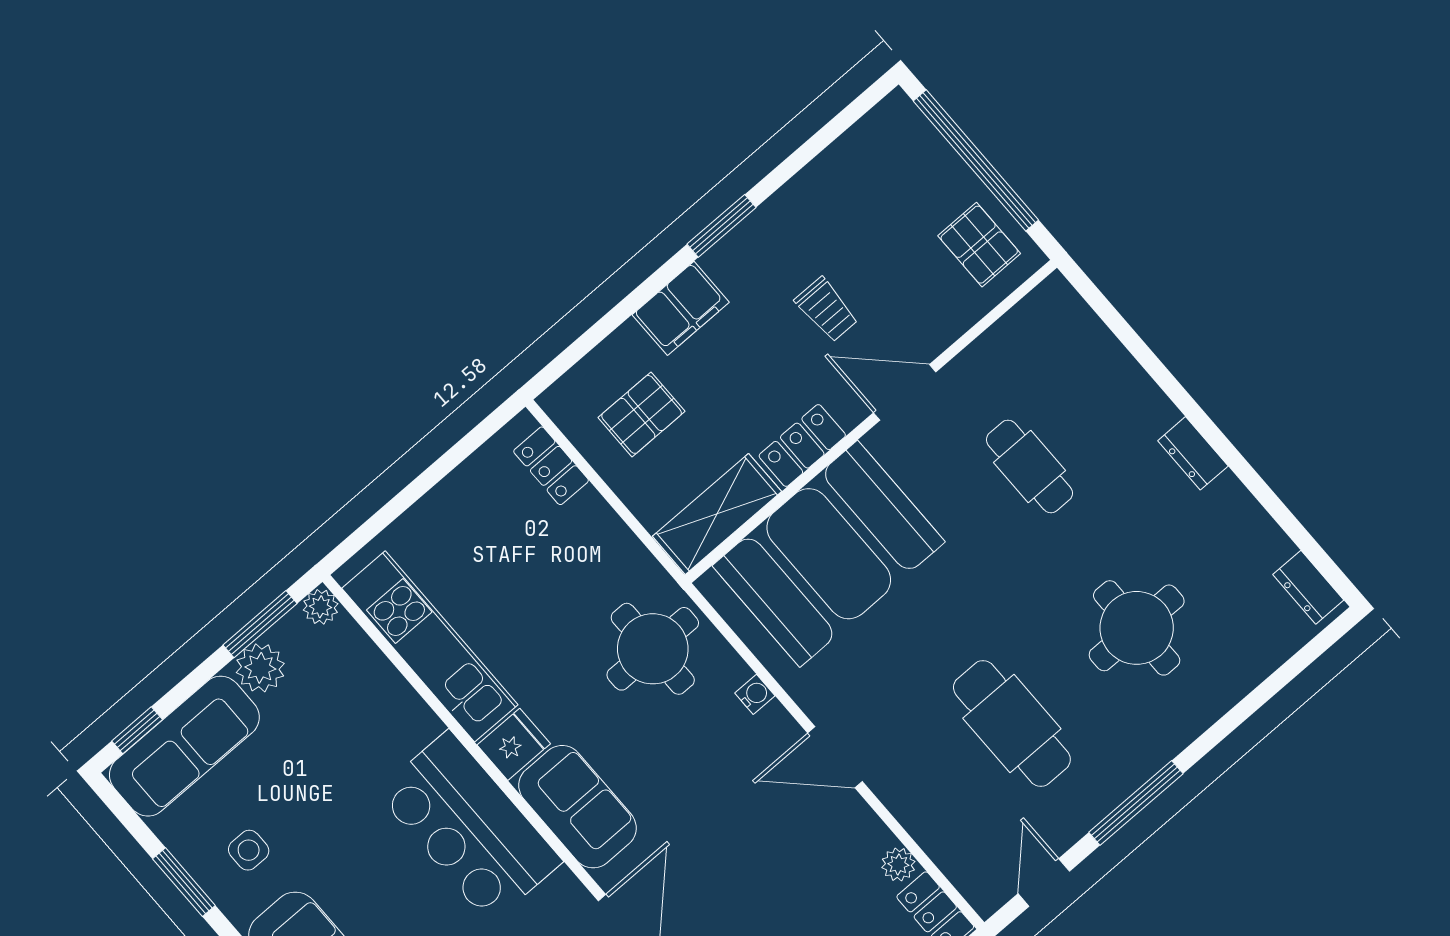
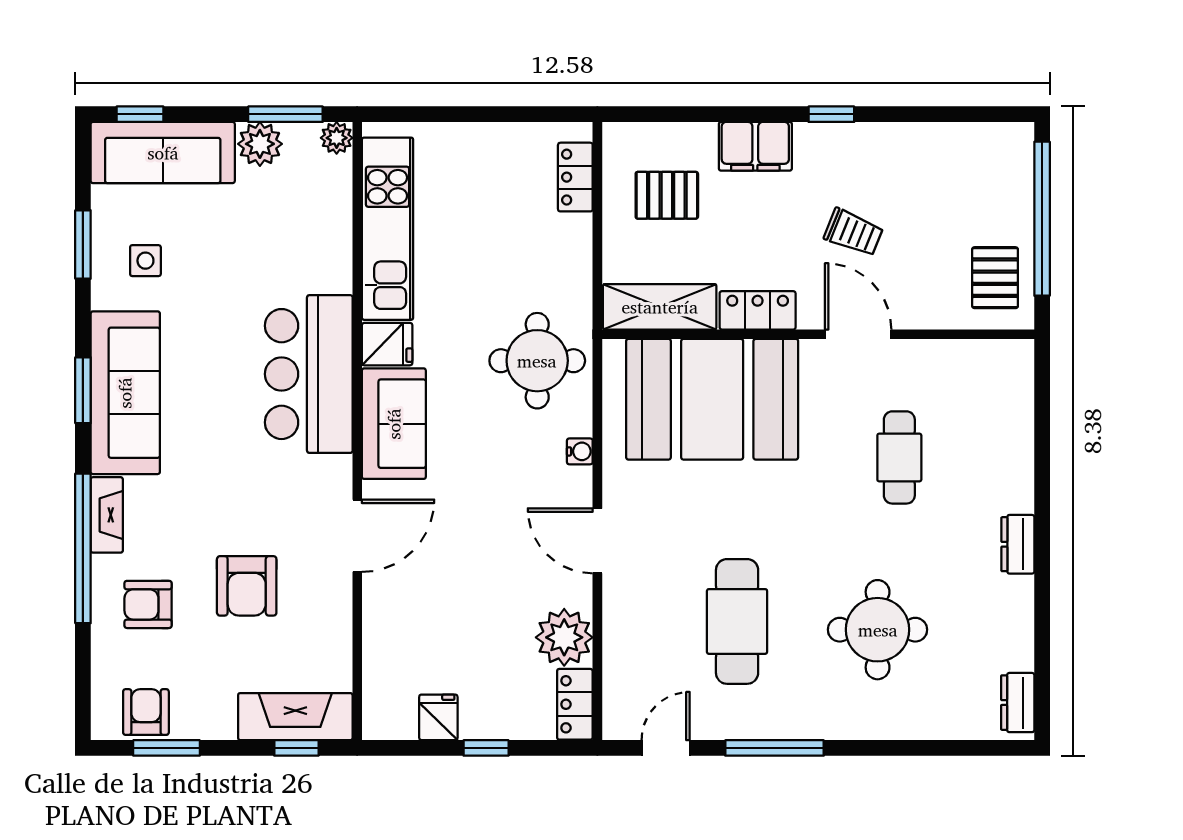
window: (722, 226) -> (831, 114), width x0.67
trolley: (826, 310) -> (854, 232), turned -68
plant: (898, 865) -> (564, 637), width x1.88, depth x1.88

